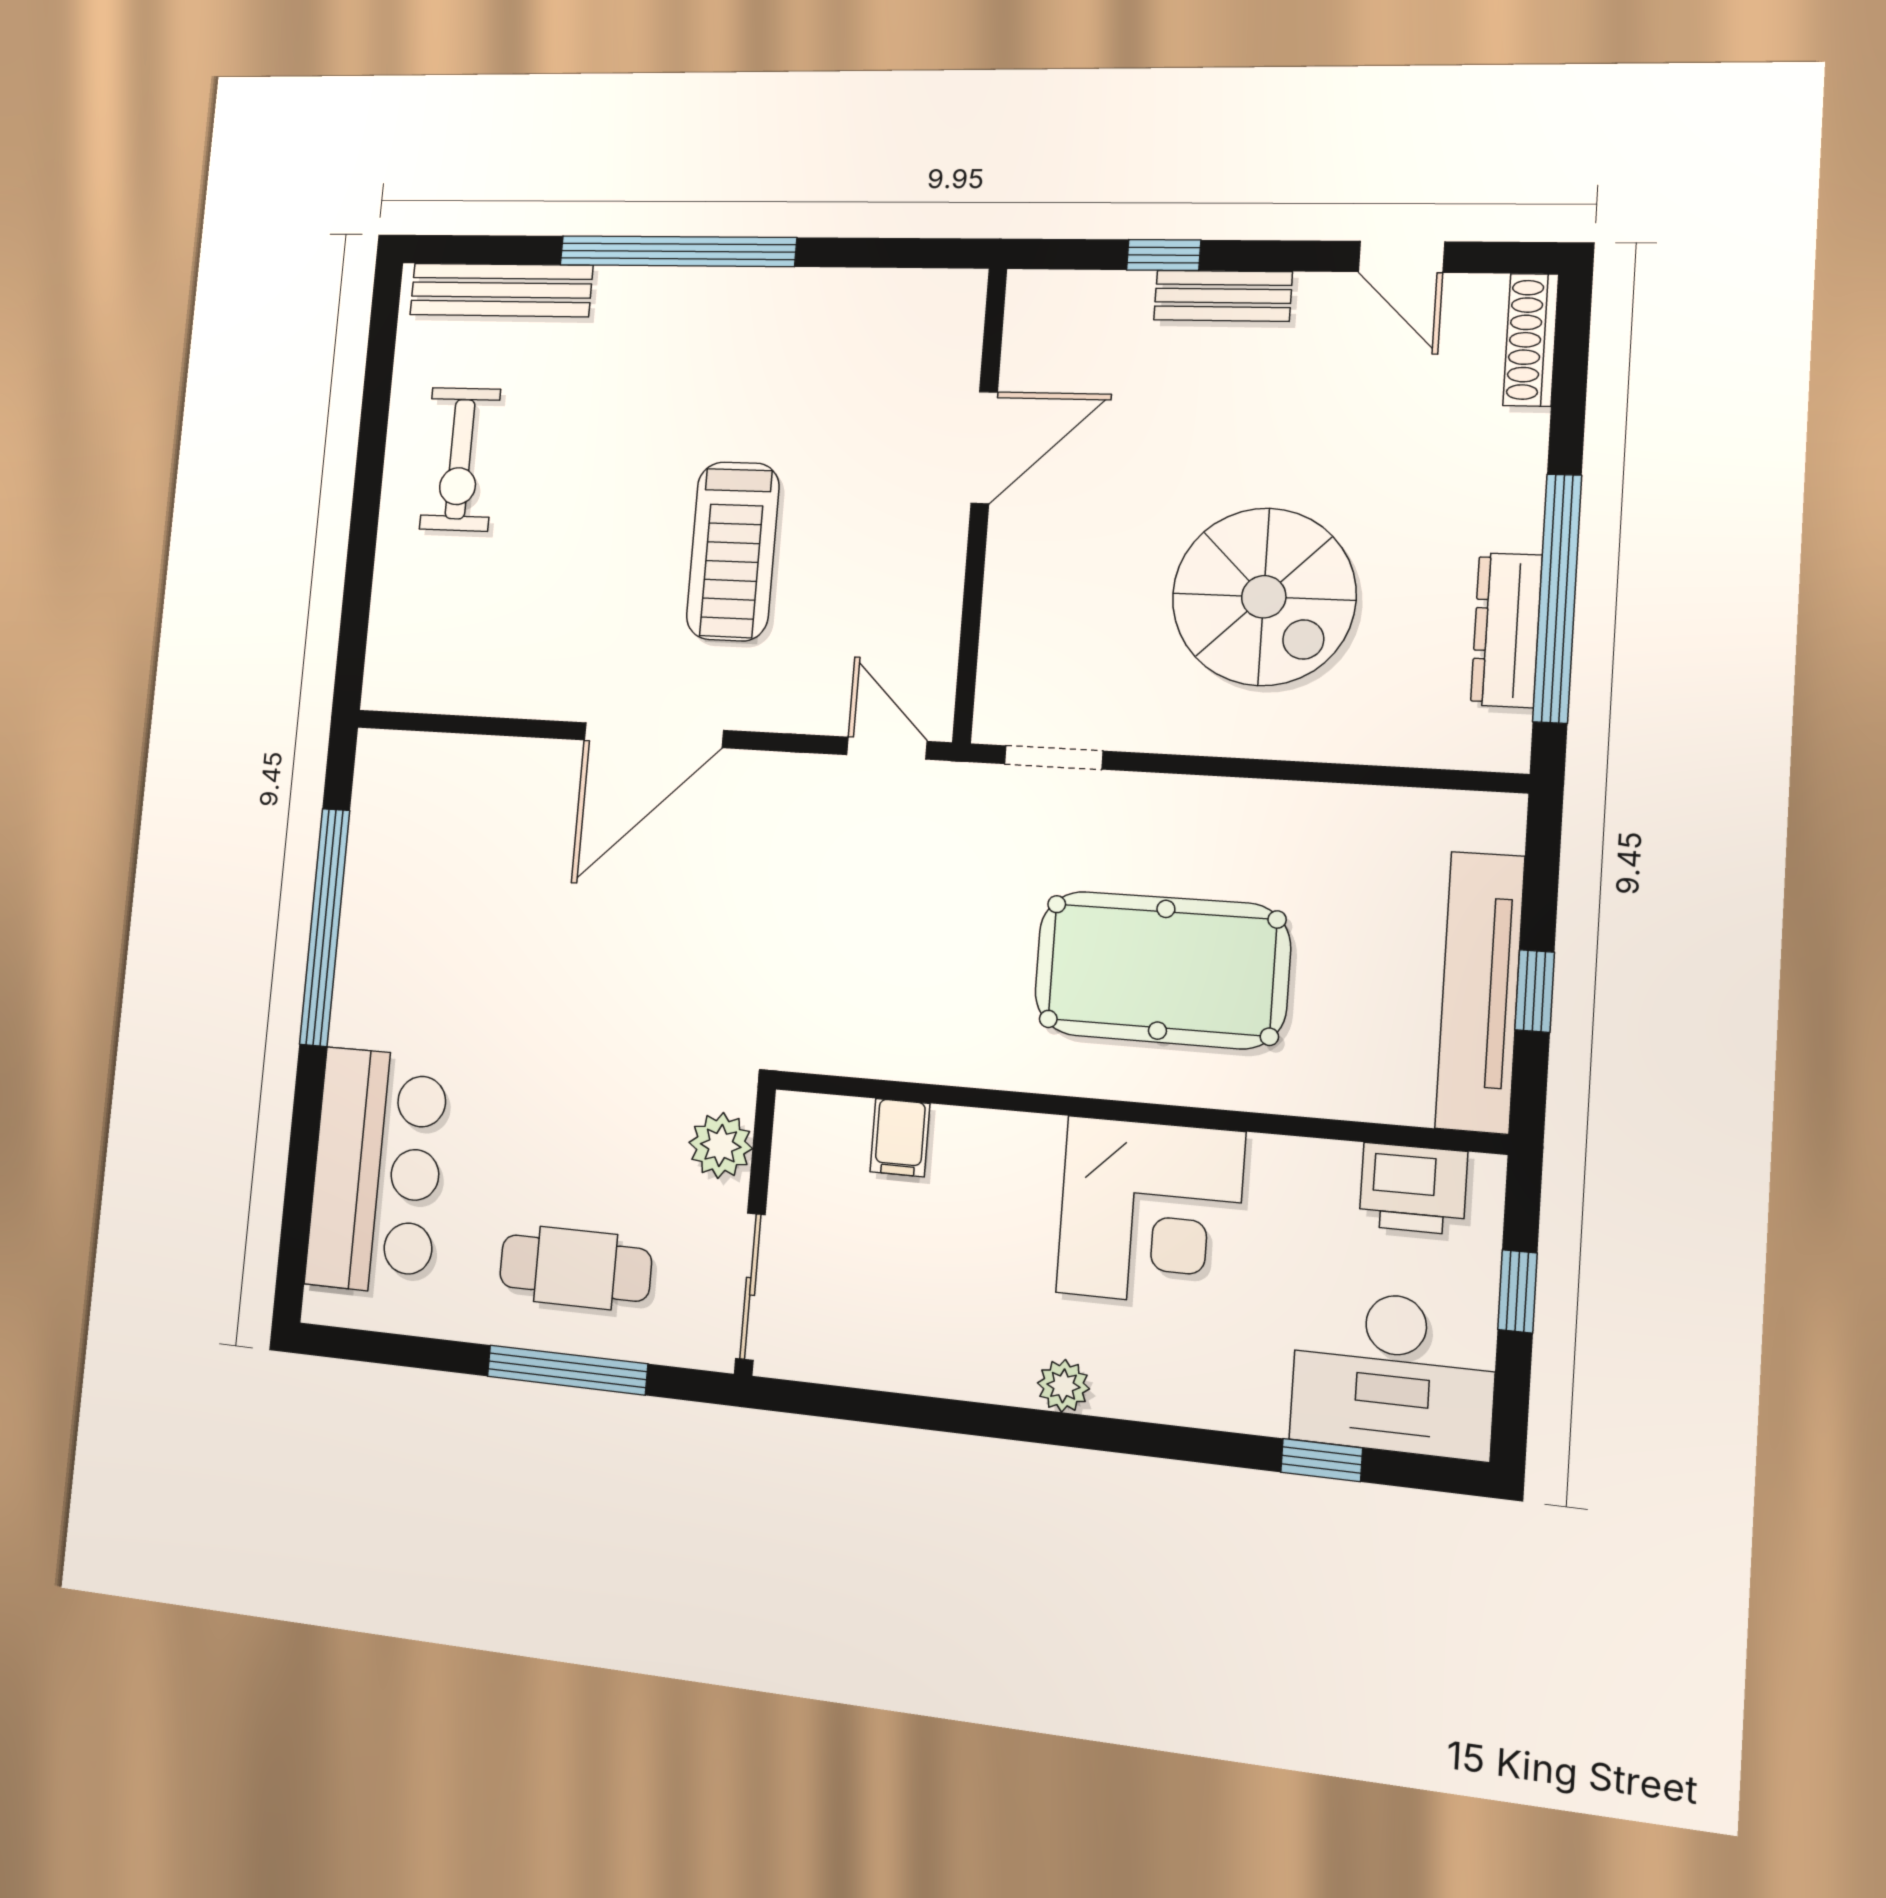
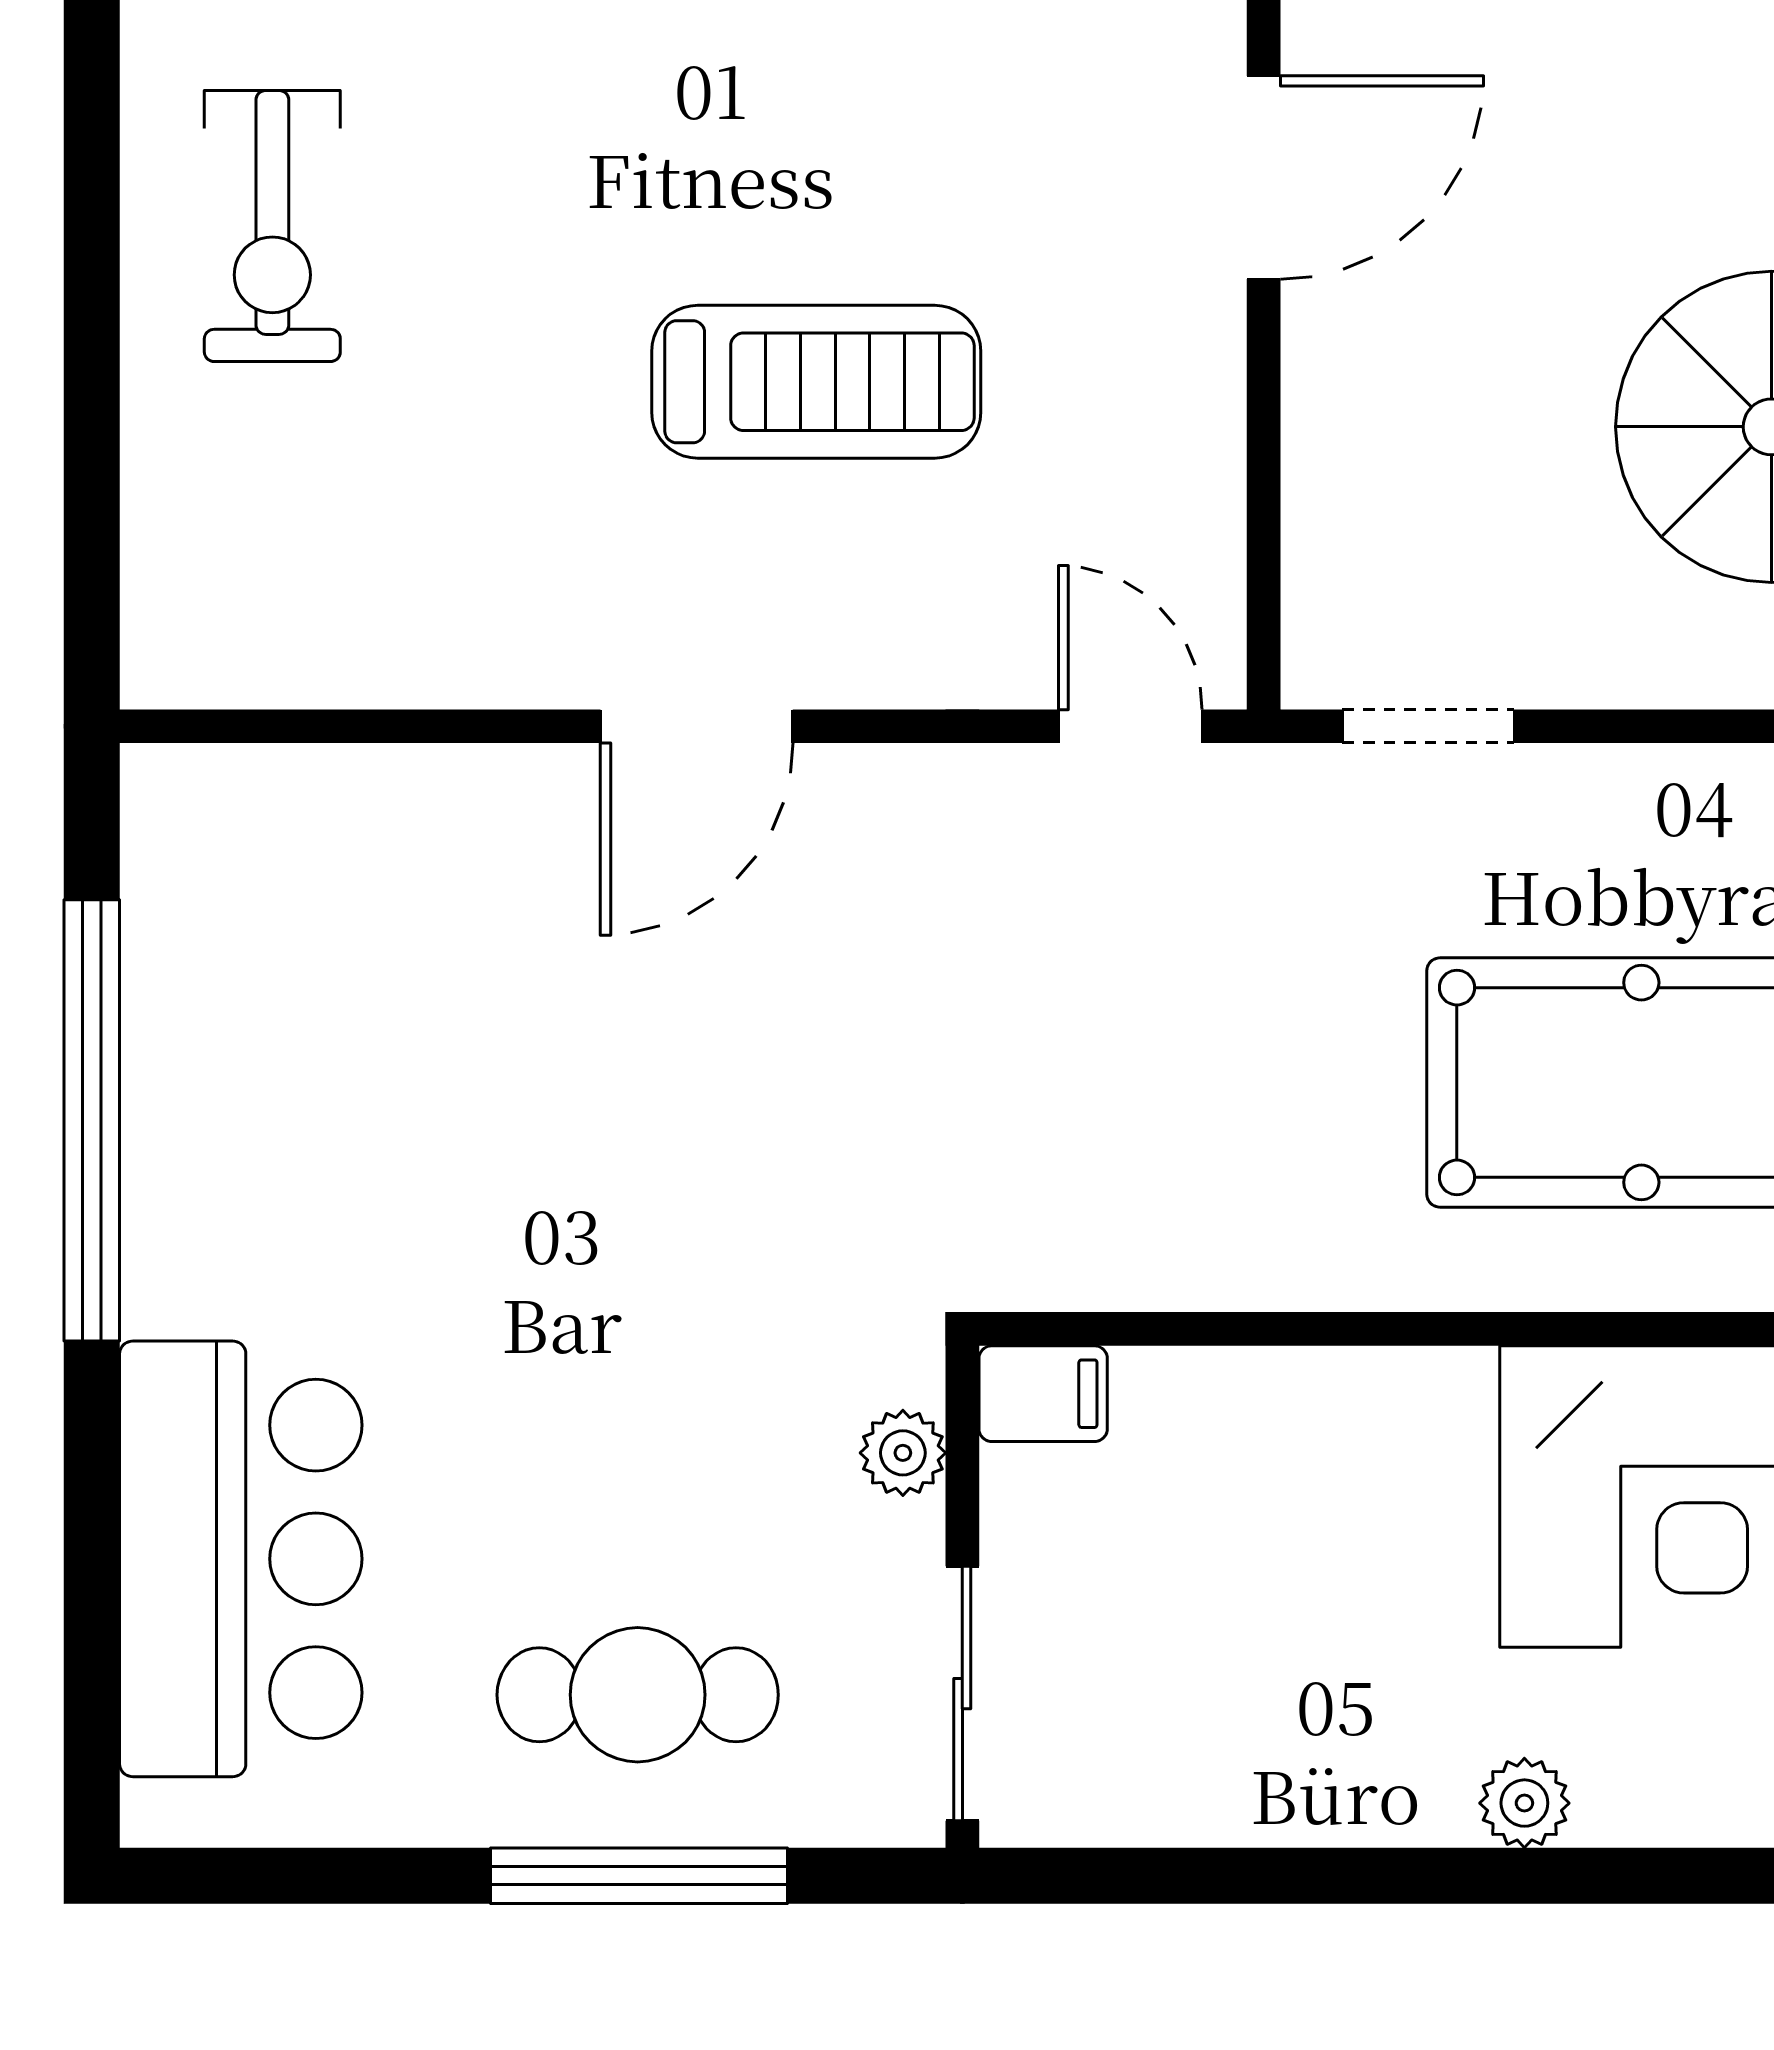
treadmill: (733, 551) -> (816, 382), turned -90
door: (653, 735) -> (697, 726), width x0.73
filing cabinet: (900, 1138) -> (1043, 1394), moved, turned -90
plant: (721, 1145) -> (903, 1453), width x0.73, depth x0.73

